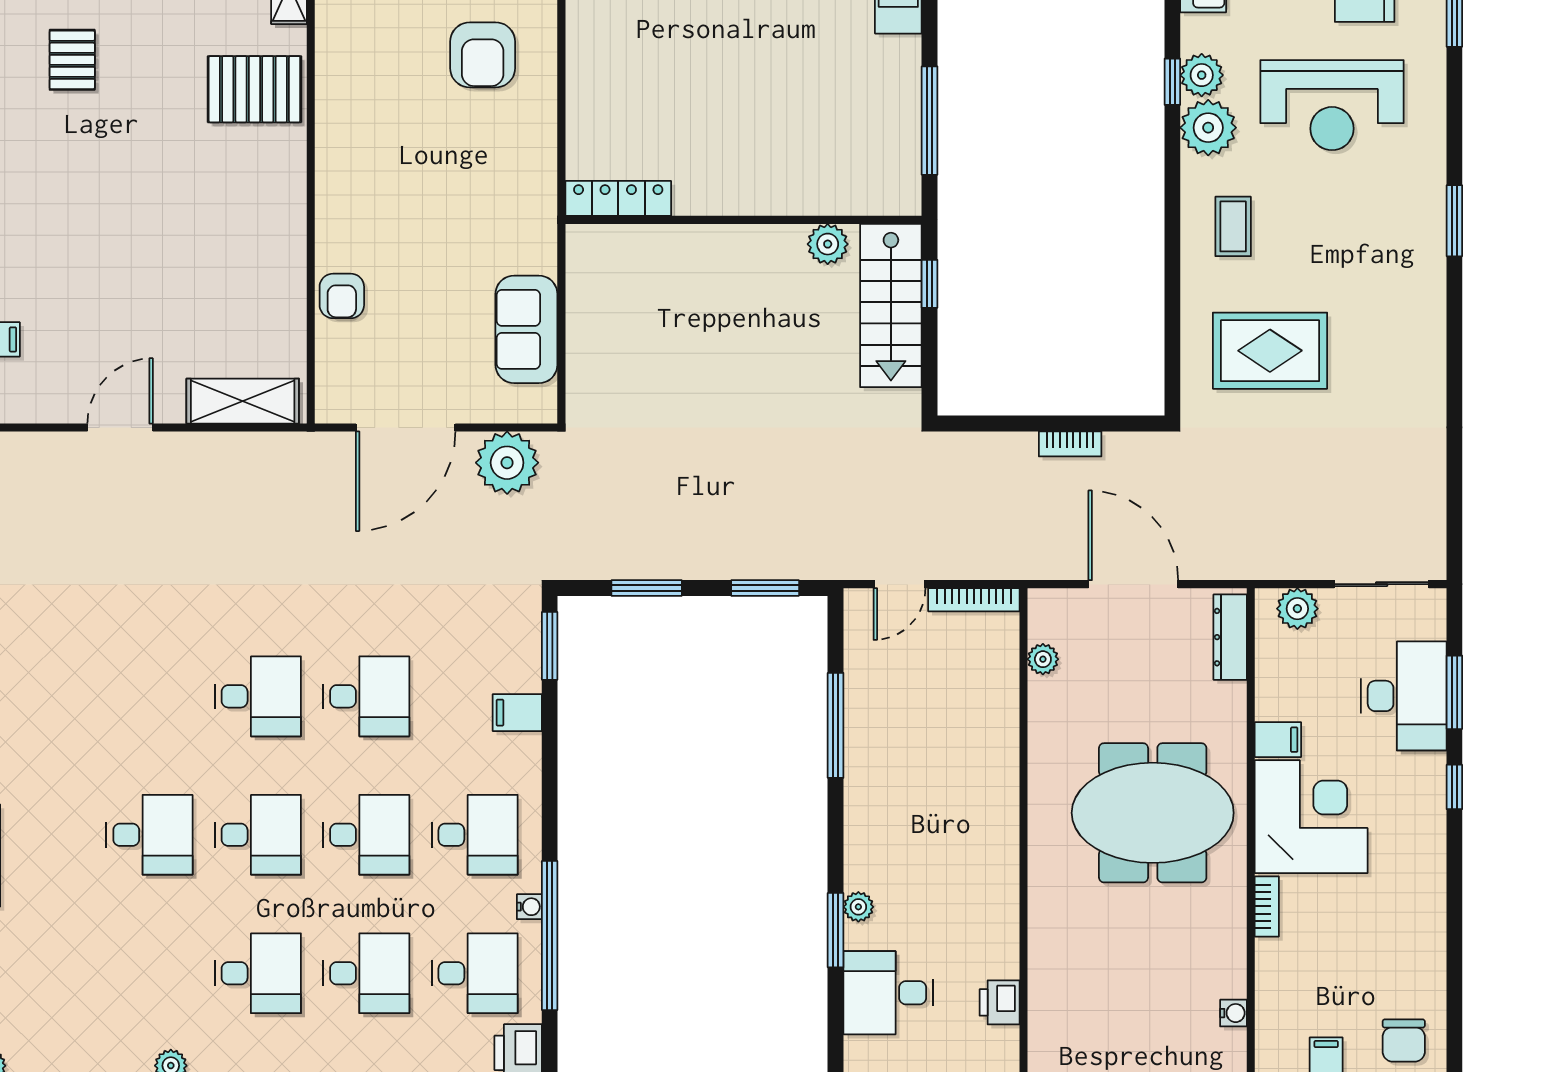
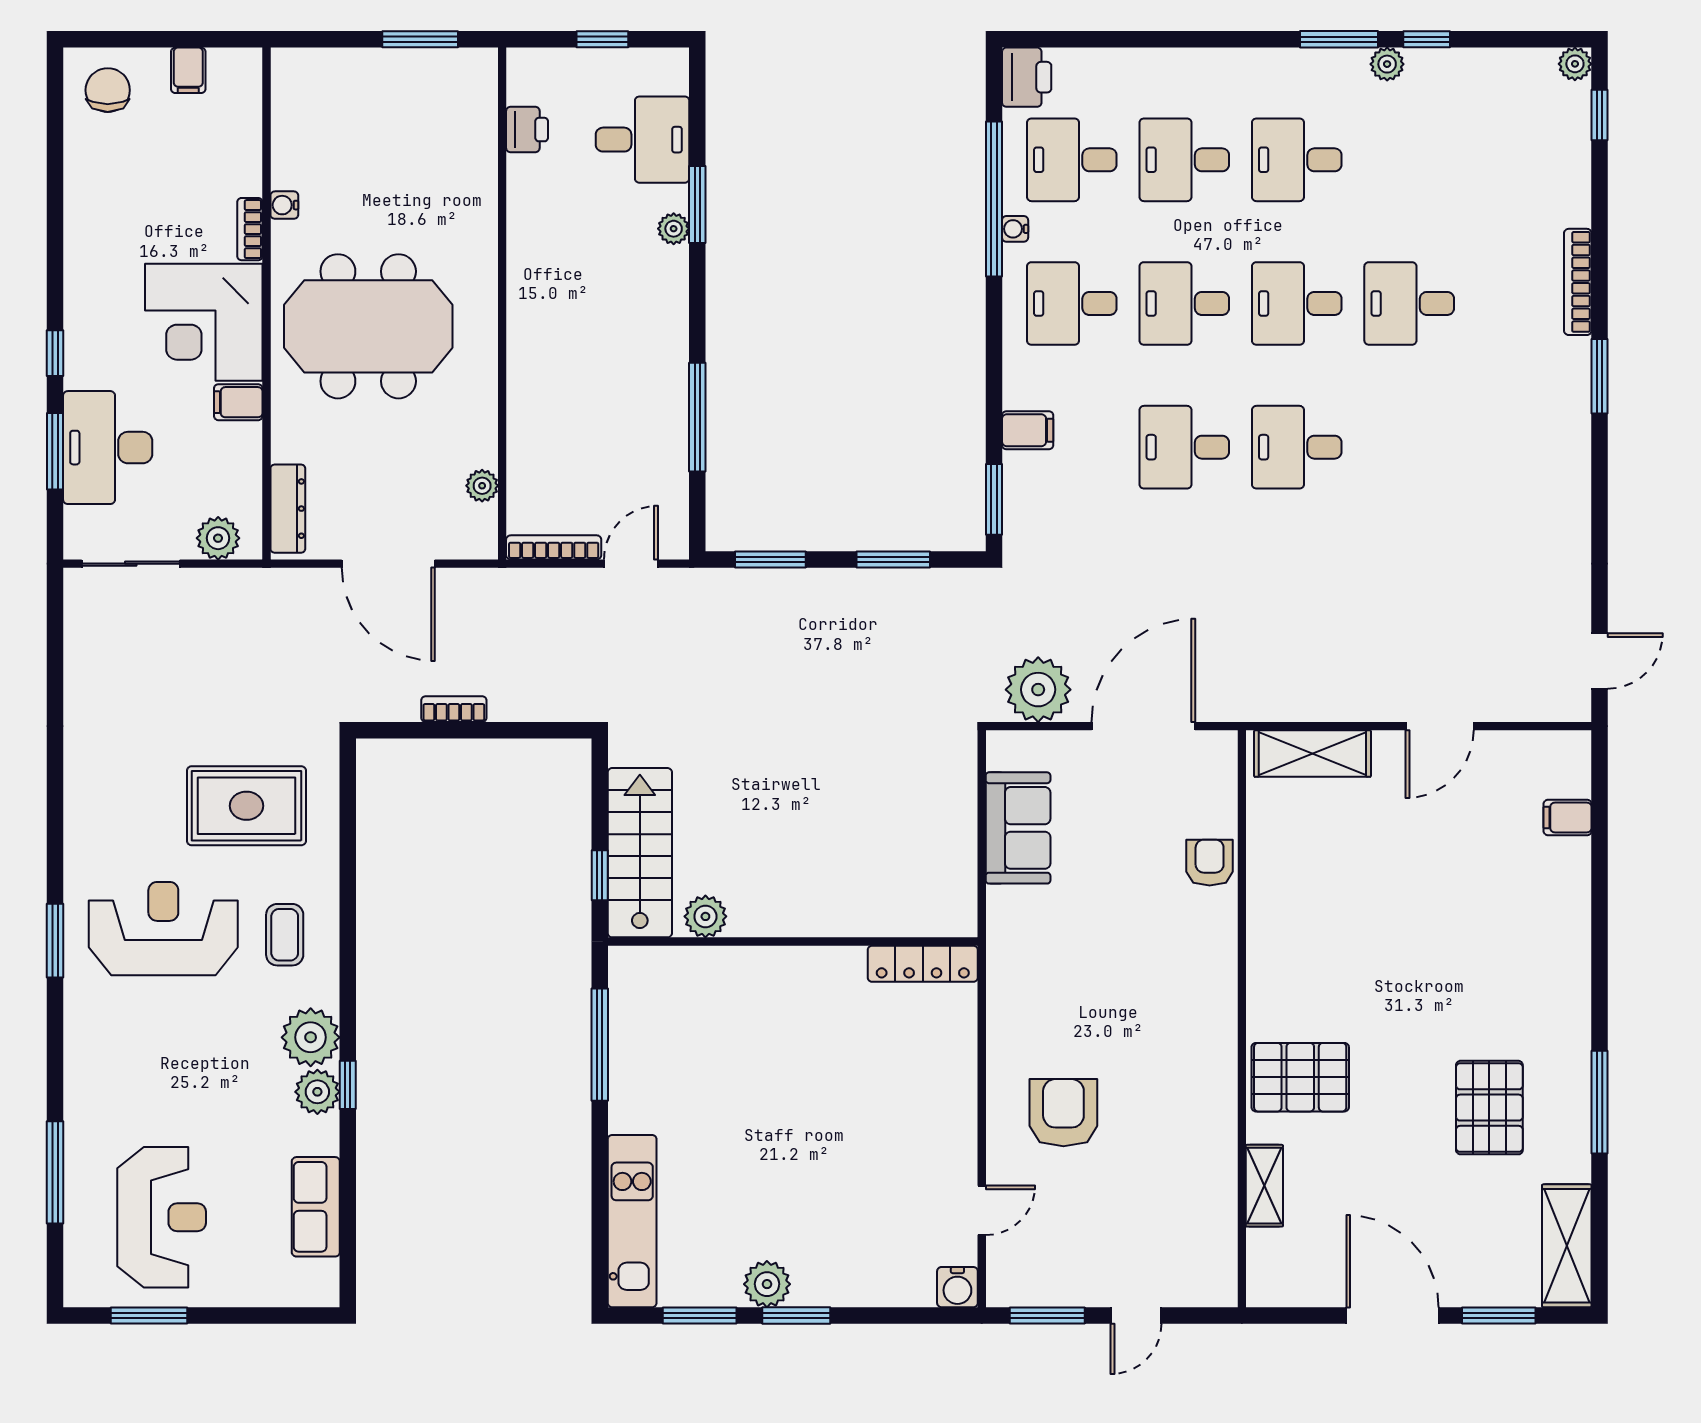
pallet: (72, 60) -> (1489, 1108), width x1.50, depth x1.42
reception desk: (1332, 105) -> (163, 929), moved
water cooler: (1233, 1013) -> (284, 205), moved

